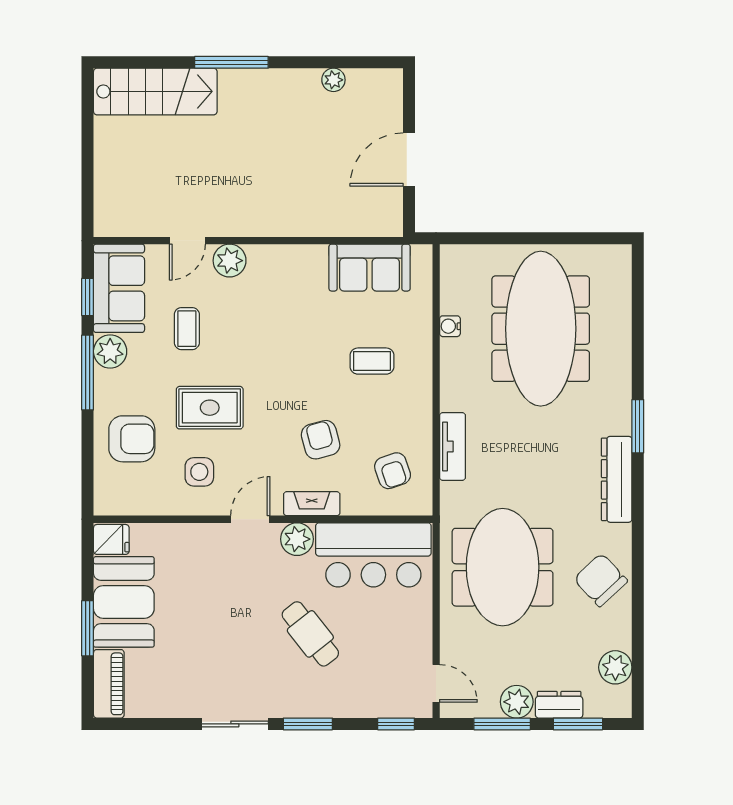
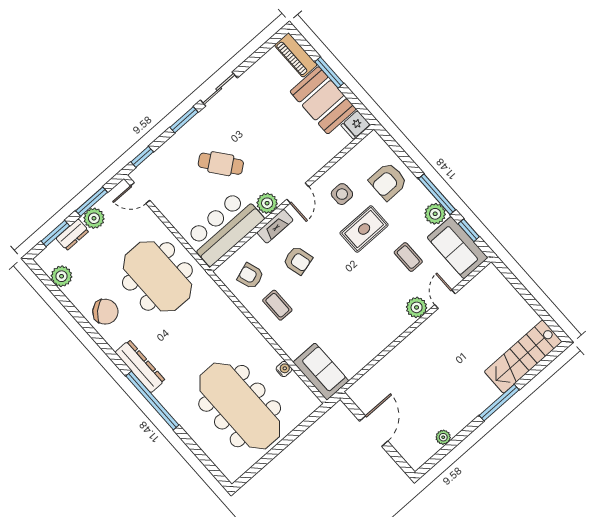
sofa: (370, 268) -> (321, 372), moved, turned 90
coffee table: (372, 361) -> (277, 305), moved, turned 90
window: (638, 426) -> (152, 401), width x2.11
tv unit: (452, 446) -> (232, 313), removed

